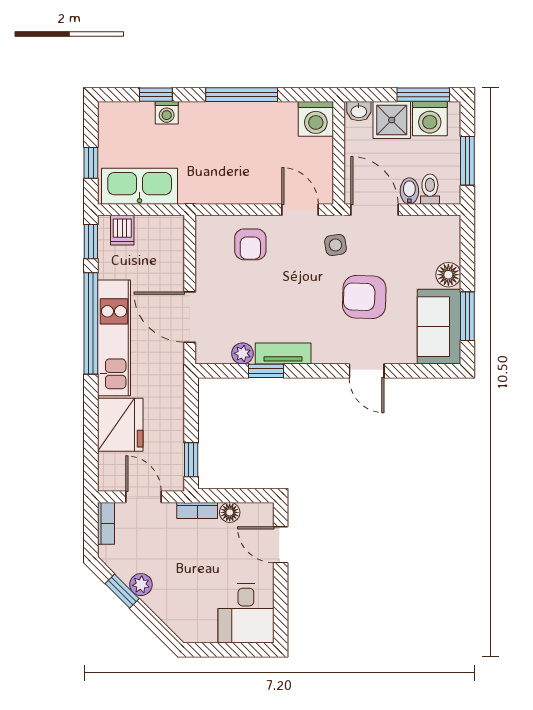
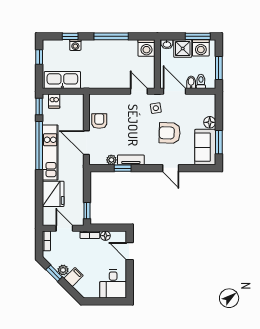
window: (91, 163) -> (39, 57), moved
armchair: (250, 244) -> (99, 121), moved, turned 180
filing cabinet: (163, 599) -> (74, 277), added

